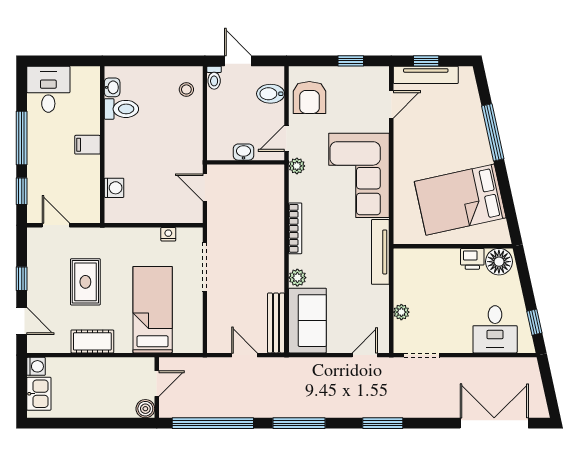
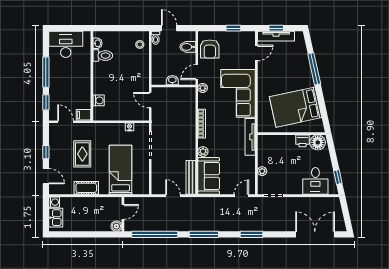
desk: (48, 89) -> (66, 44), width x1.37
filing cabinet: (87, 145) -> (83, 115), moved

